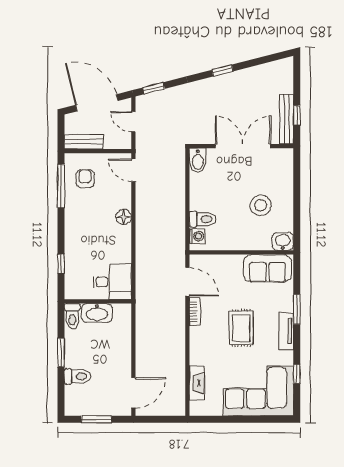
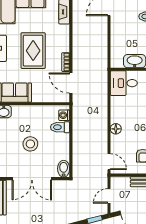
door: (133, 122) -> (109, 196), swing flipped
stool: (261, 205) -> (30, 144), moved
rug: (241, 328) -> (33, 51), width x1.36, depth x1.43

